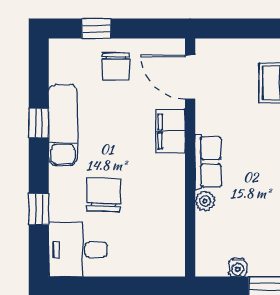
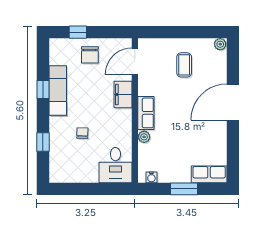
door: (190, 77) -> (135, 61), hinge flipped
chair: (104, 195) -> (82, 133), width x0.54, depth x0.54
desk: (78, 250) -> (115, 165), moved, turned -90
water cooler: (237, 268) -> (151, 177), moved

